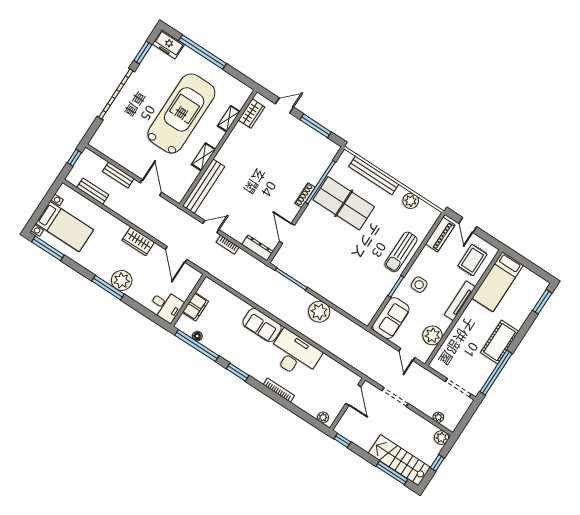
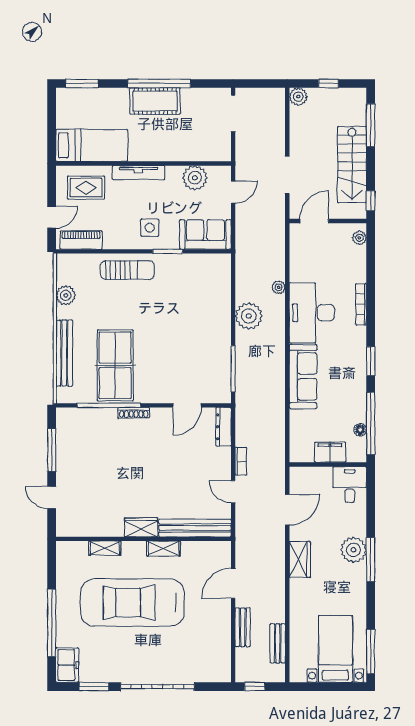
wardrobe: (252, 113) -> (141, 527), moved
sofa: (262, 325) -> (303, 376), width x1.36
window: (496, 373) -> (159, 83), moved
plant: (438, 417) -> (279, 287), moved
stairs: (399, 460) -> (352, 164), moved

